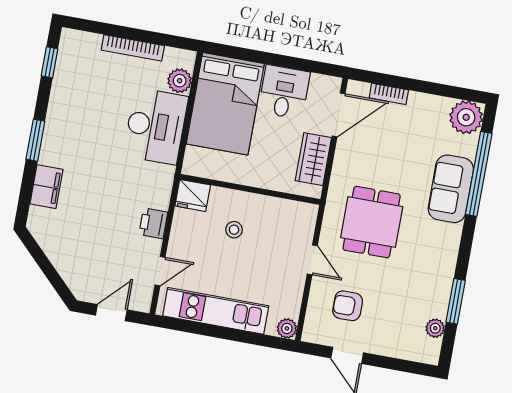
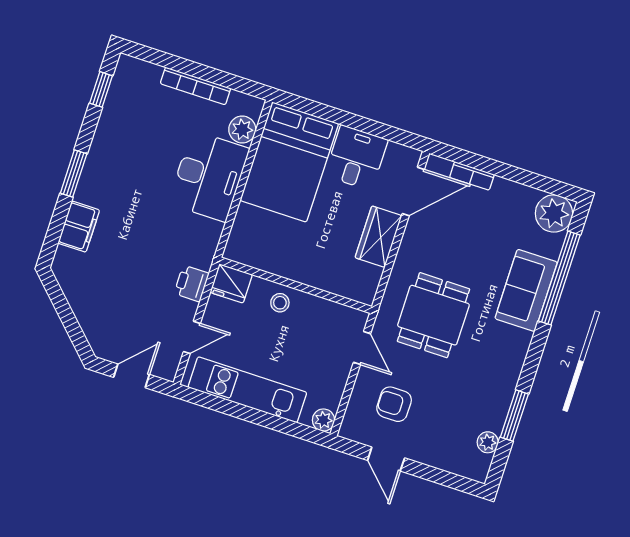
wall: (250, 189) -> (296, 285), moved
fridge: (193, 195) -> (231, 283), moved

